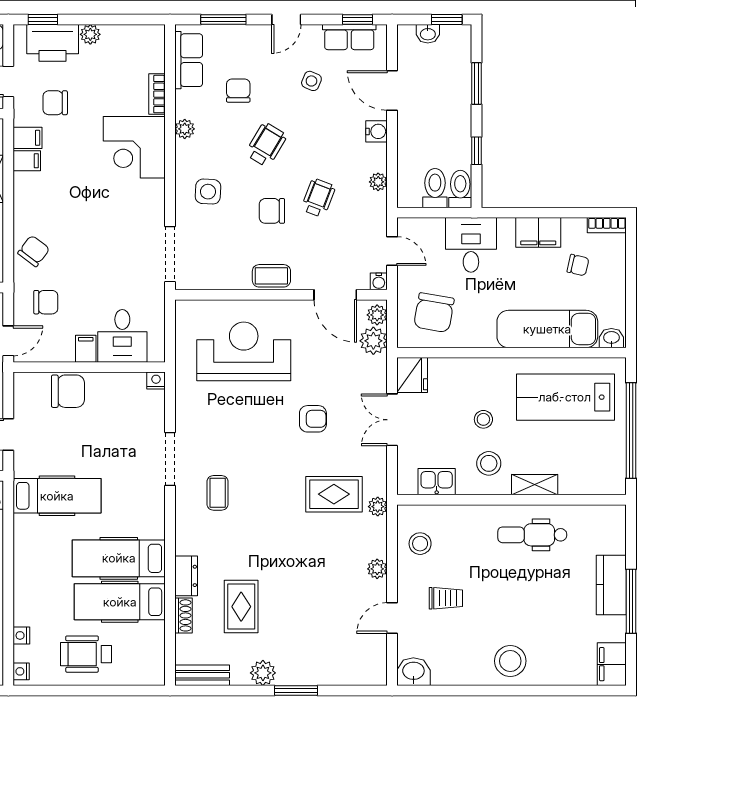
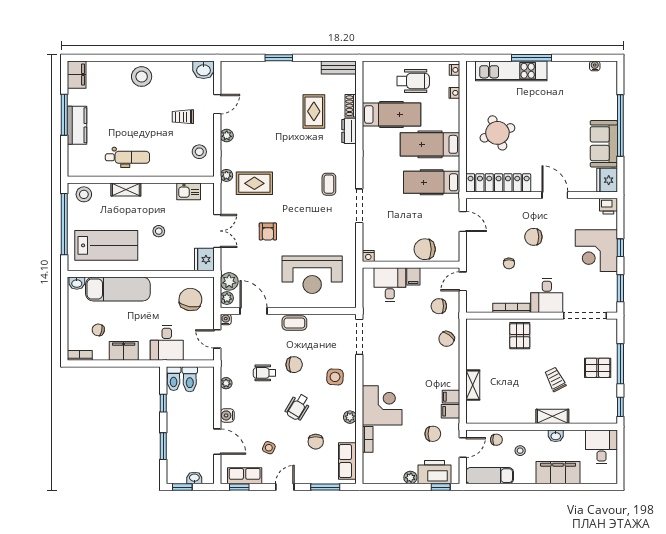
wheelchair: (318, 198) -> (264, 373), turned 69
armchair: (313, 419) -> (268, 232), turned -90
stool: (489, 463) -> (84, 194), moved
hospital bed: (119, 558) -> (430, 144), moved, turned 180
plant: (263, 673) -> (300, 69), removed

